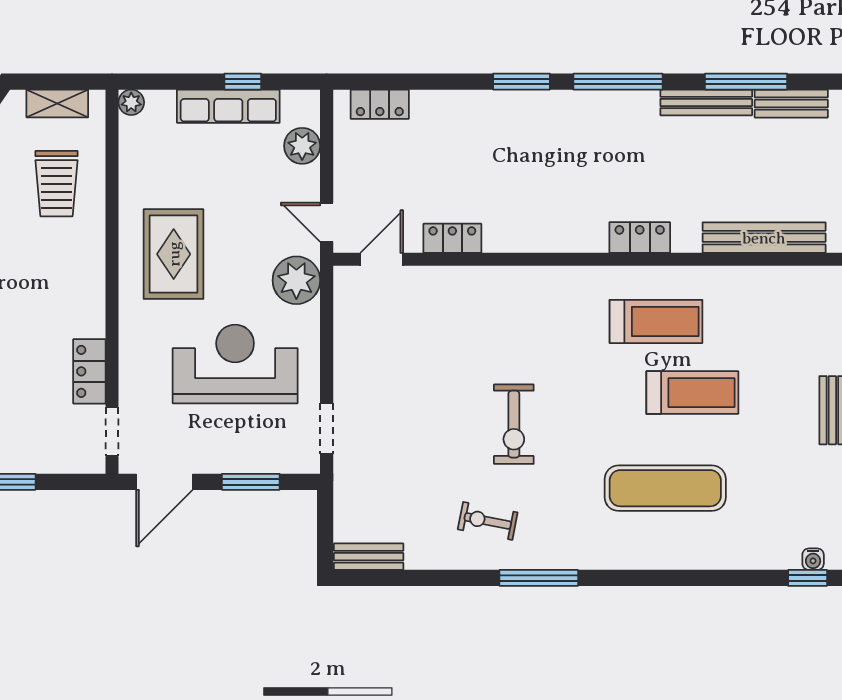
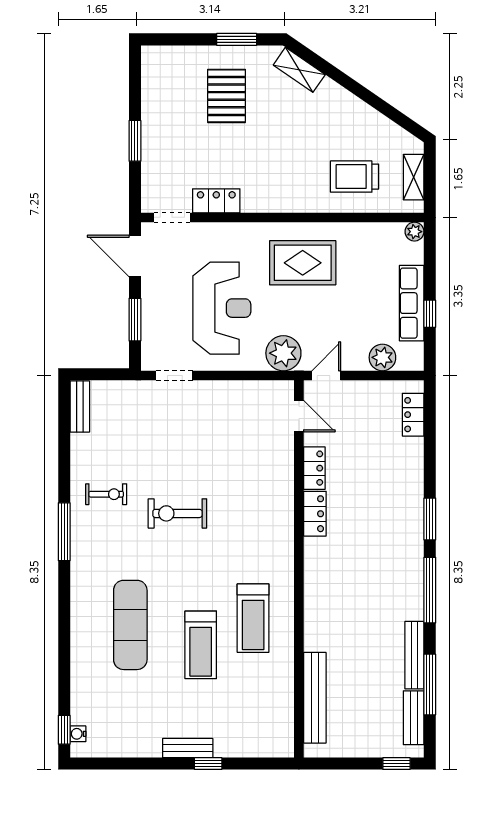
locker: (640, 238) -> (315, 514), moved
exercise bike: (488, 521) -> (106, 494), turned 79

